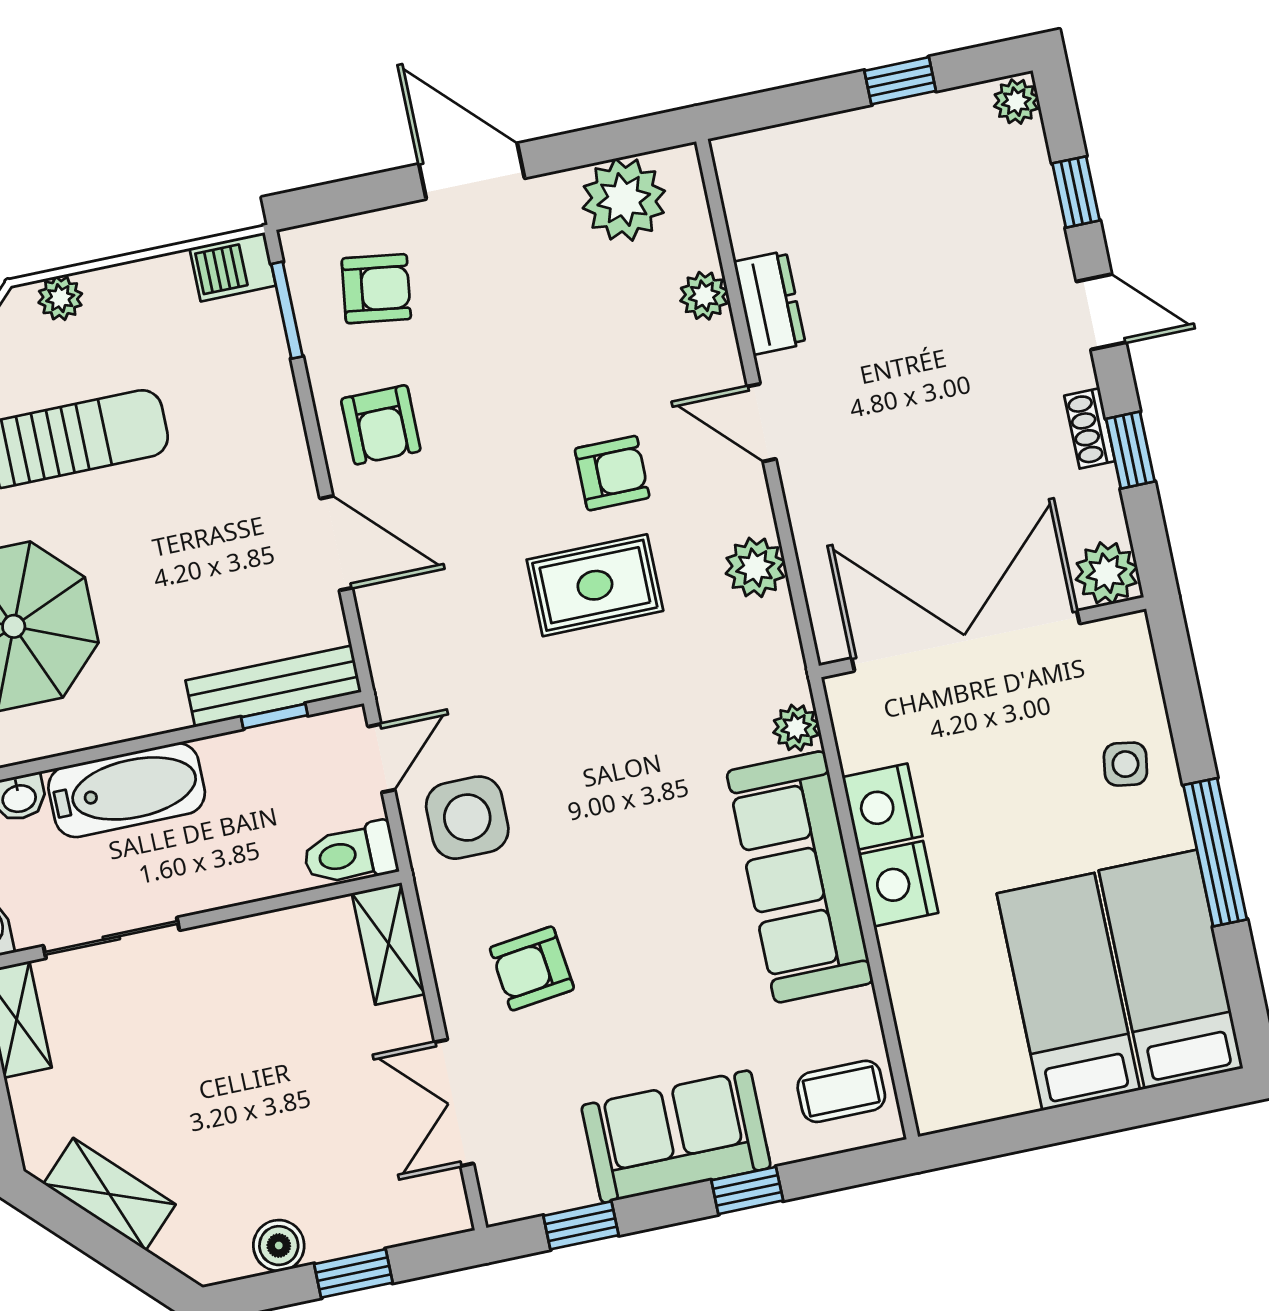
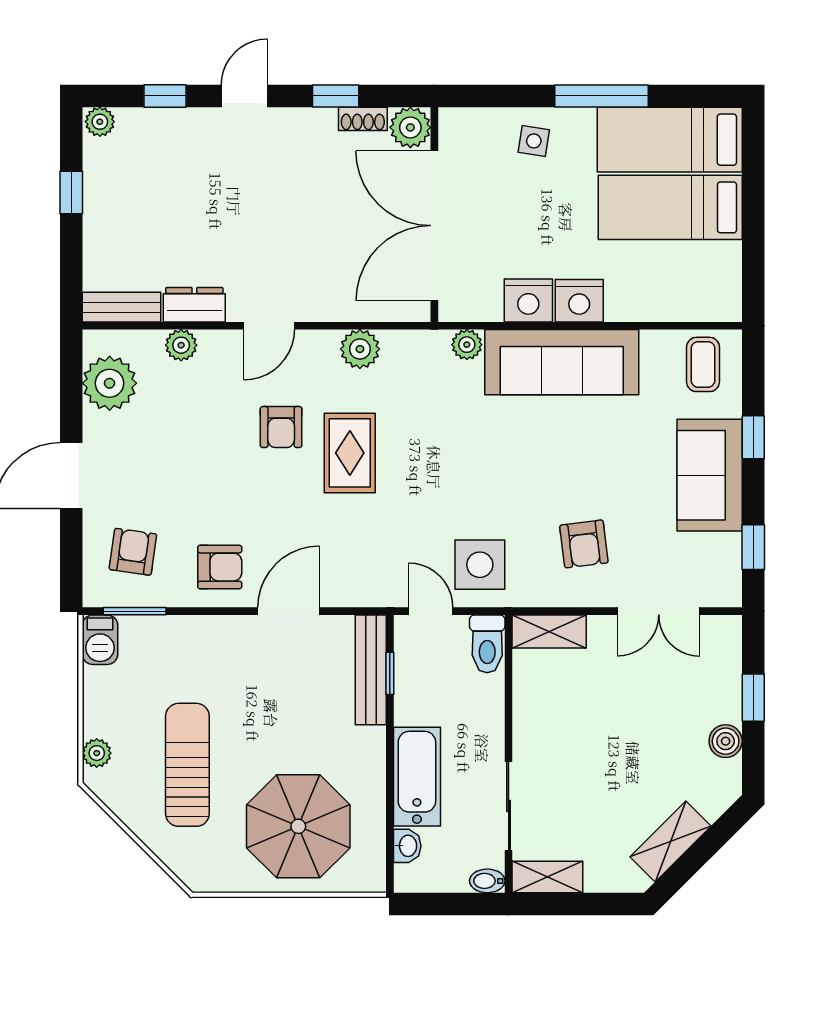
bench: (743, 193) -> (121, 307), added
shoe rack: (1090, 428) -> (363, 119), moved
armchair: (612, 473) -> (281, 427), turned 180

